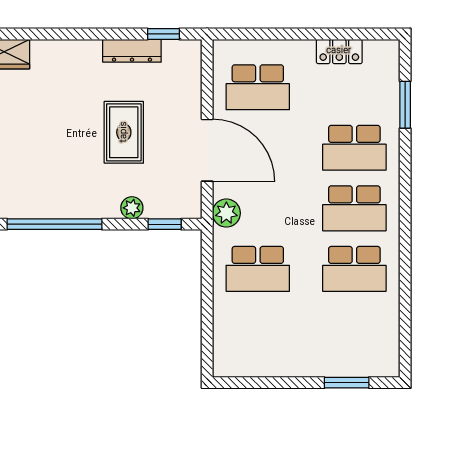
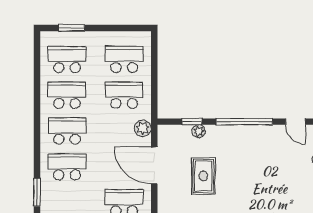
window: (165, 224) -> (192, 122), moved
school desk: (258, 329) -> (124, 59), added
school desk: (354, 329) -> (67, 59), added

